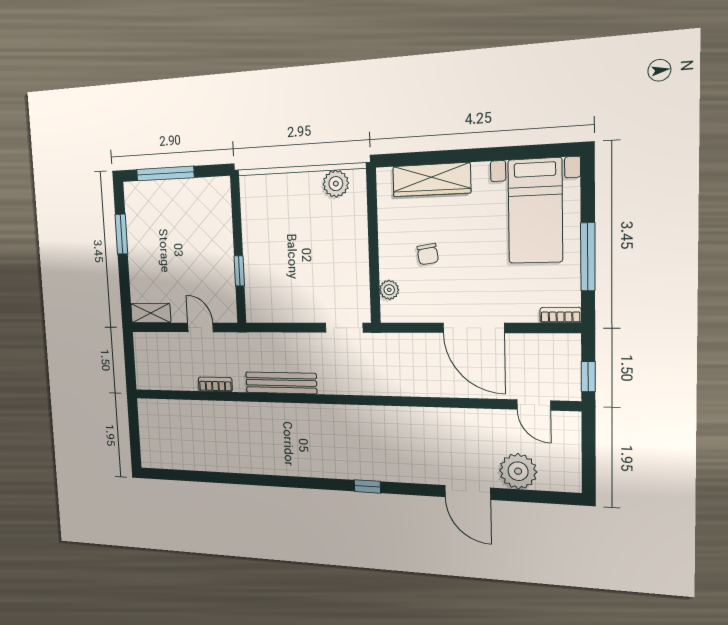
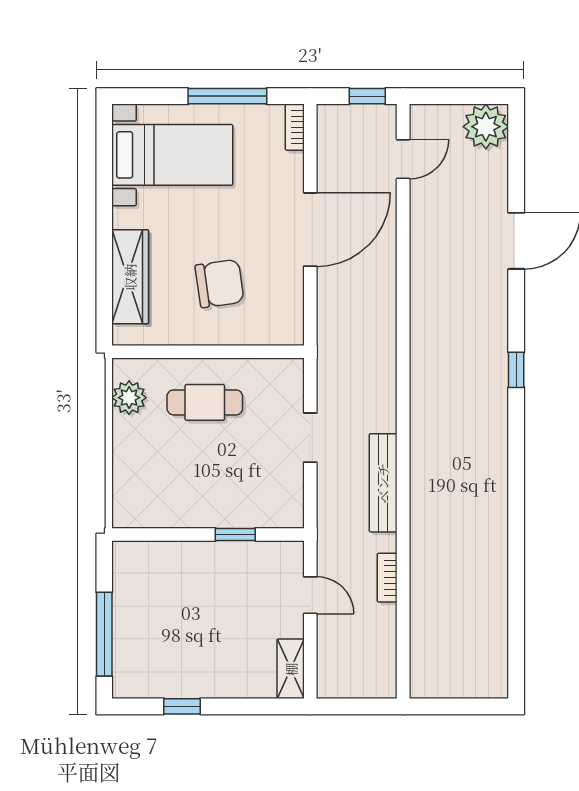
window: (121, 234) -> (182, 706), width x0.67
cafe table: (334, 245) -> (205, 402), added
chair: (428, 254) -> (220, 283), width x1.87, depth x1.87
plant: (389, 290) -> (263, 333), removed
door: (200, 328) -> (310, 595), swing flipped
doorway: (344, 328) -> (310, 438), moved
plant: (518, 471) -> (486, 127), moved

